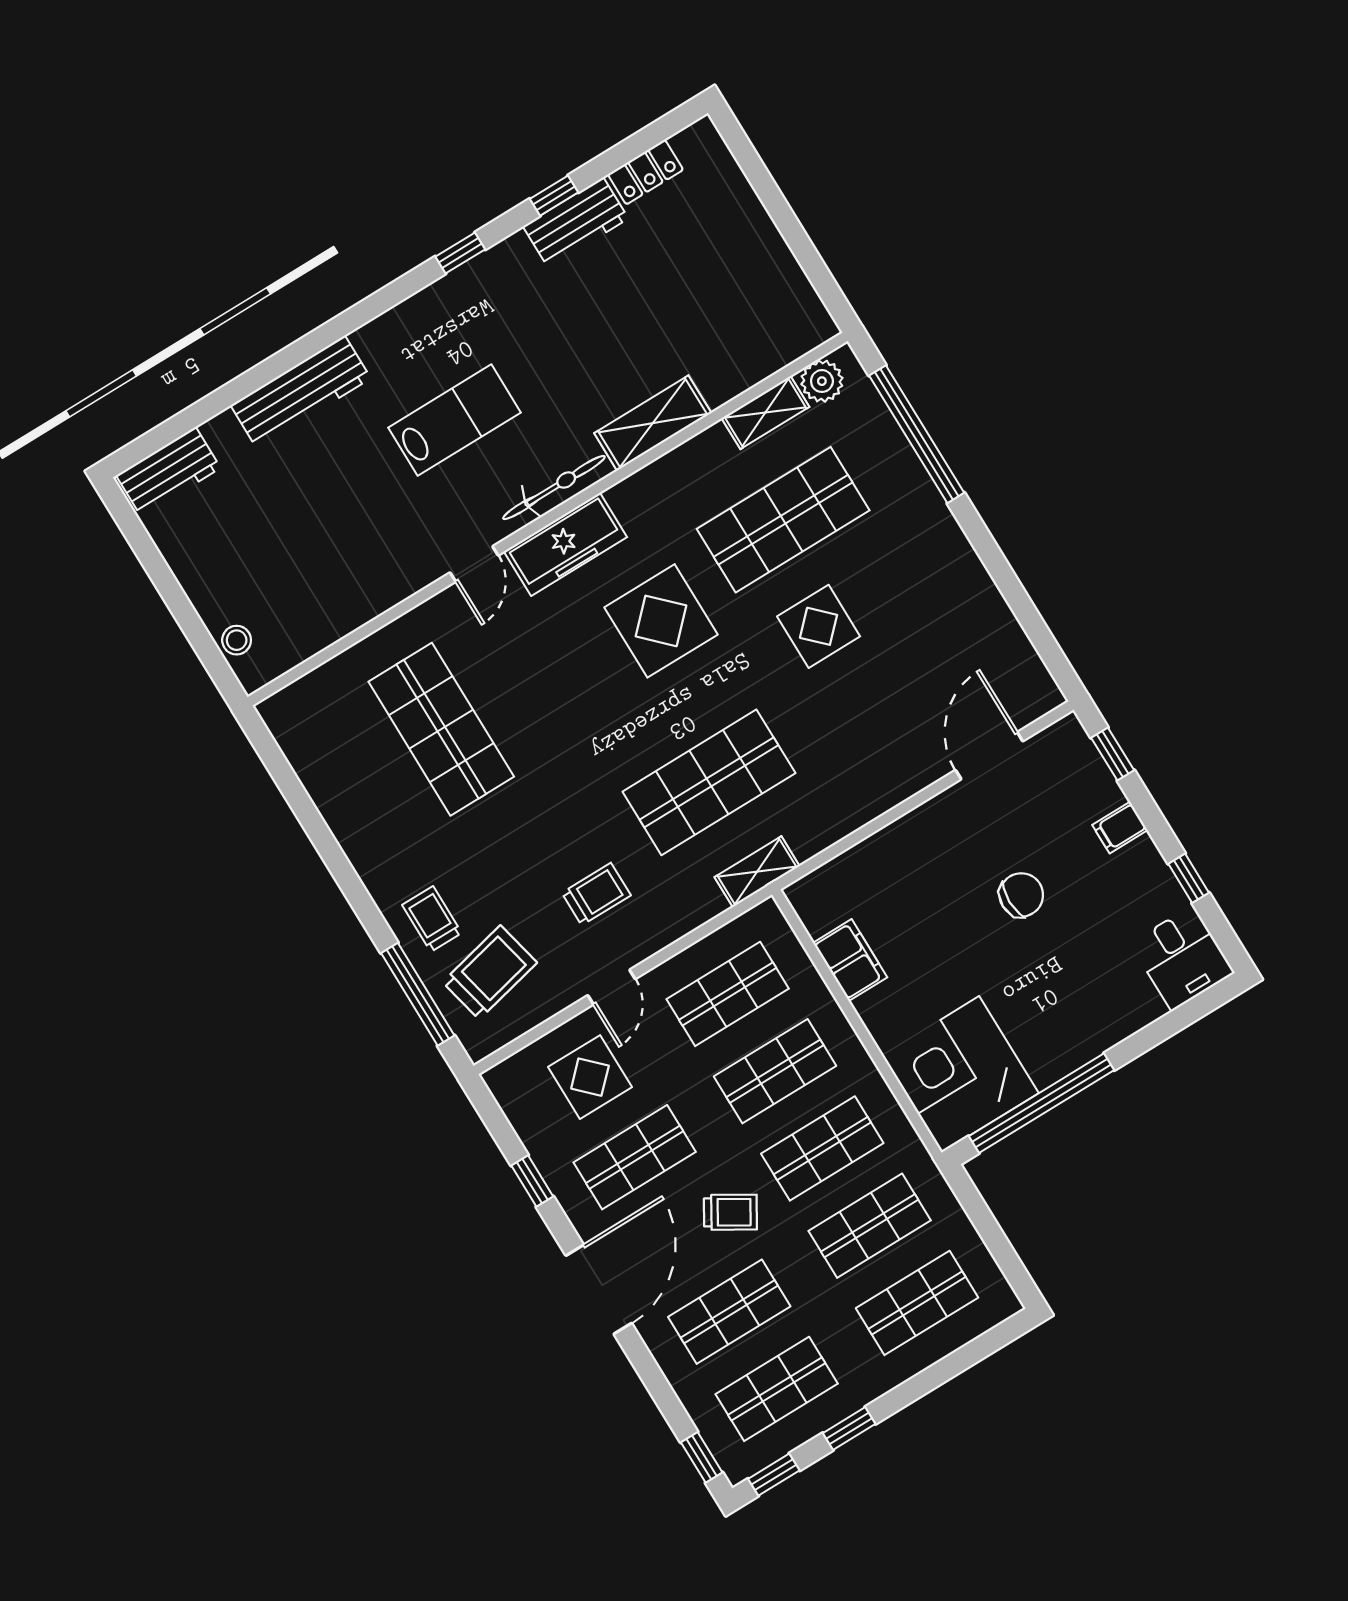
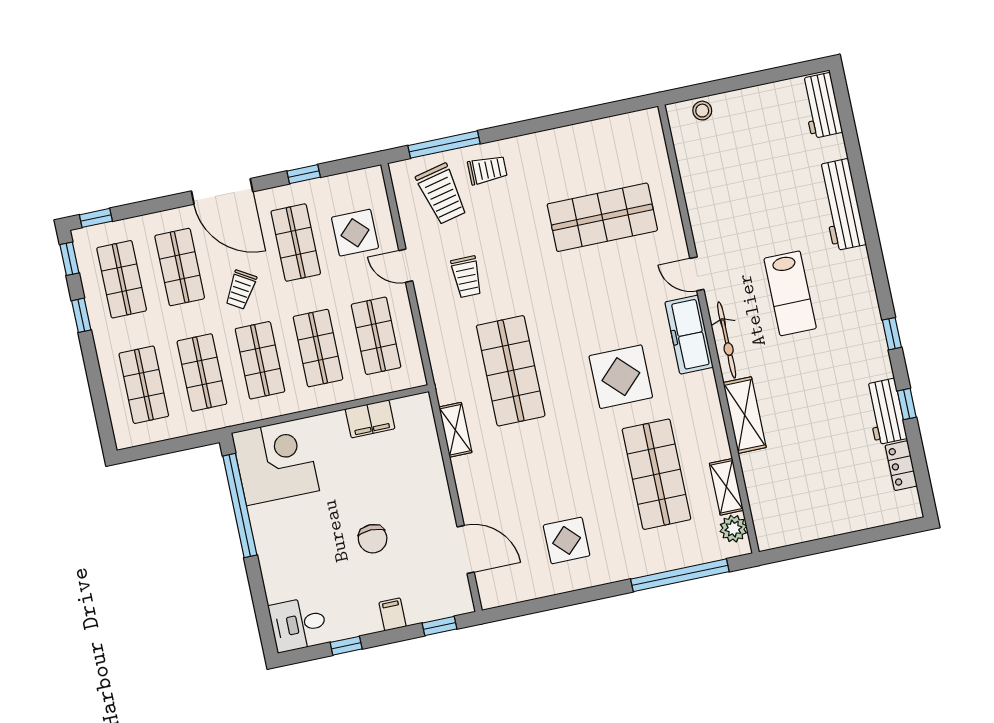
display table: (819, 626) -> (567, 540), moved
shelving: (757, 872) -> (455, 430), moved

